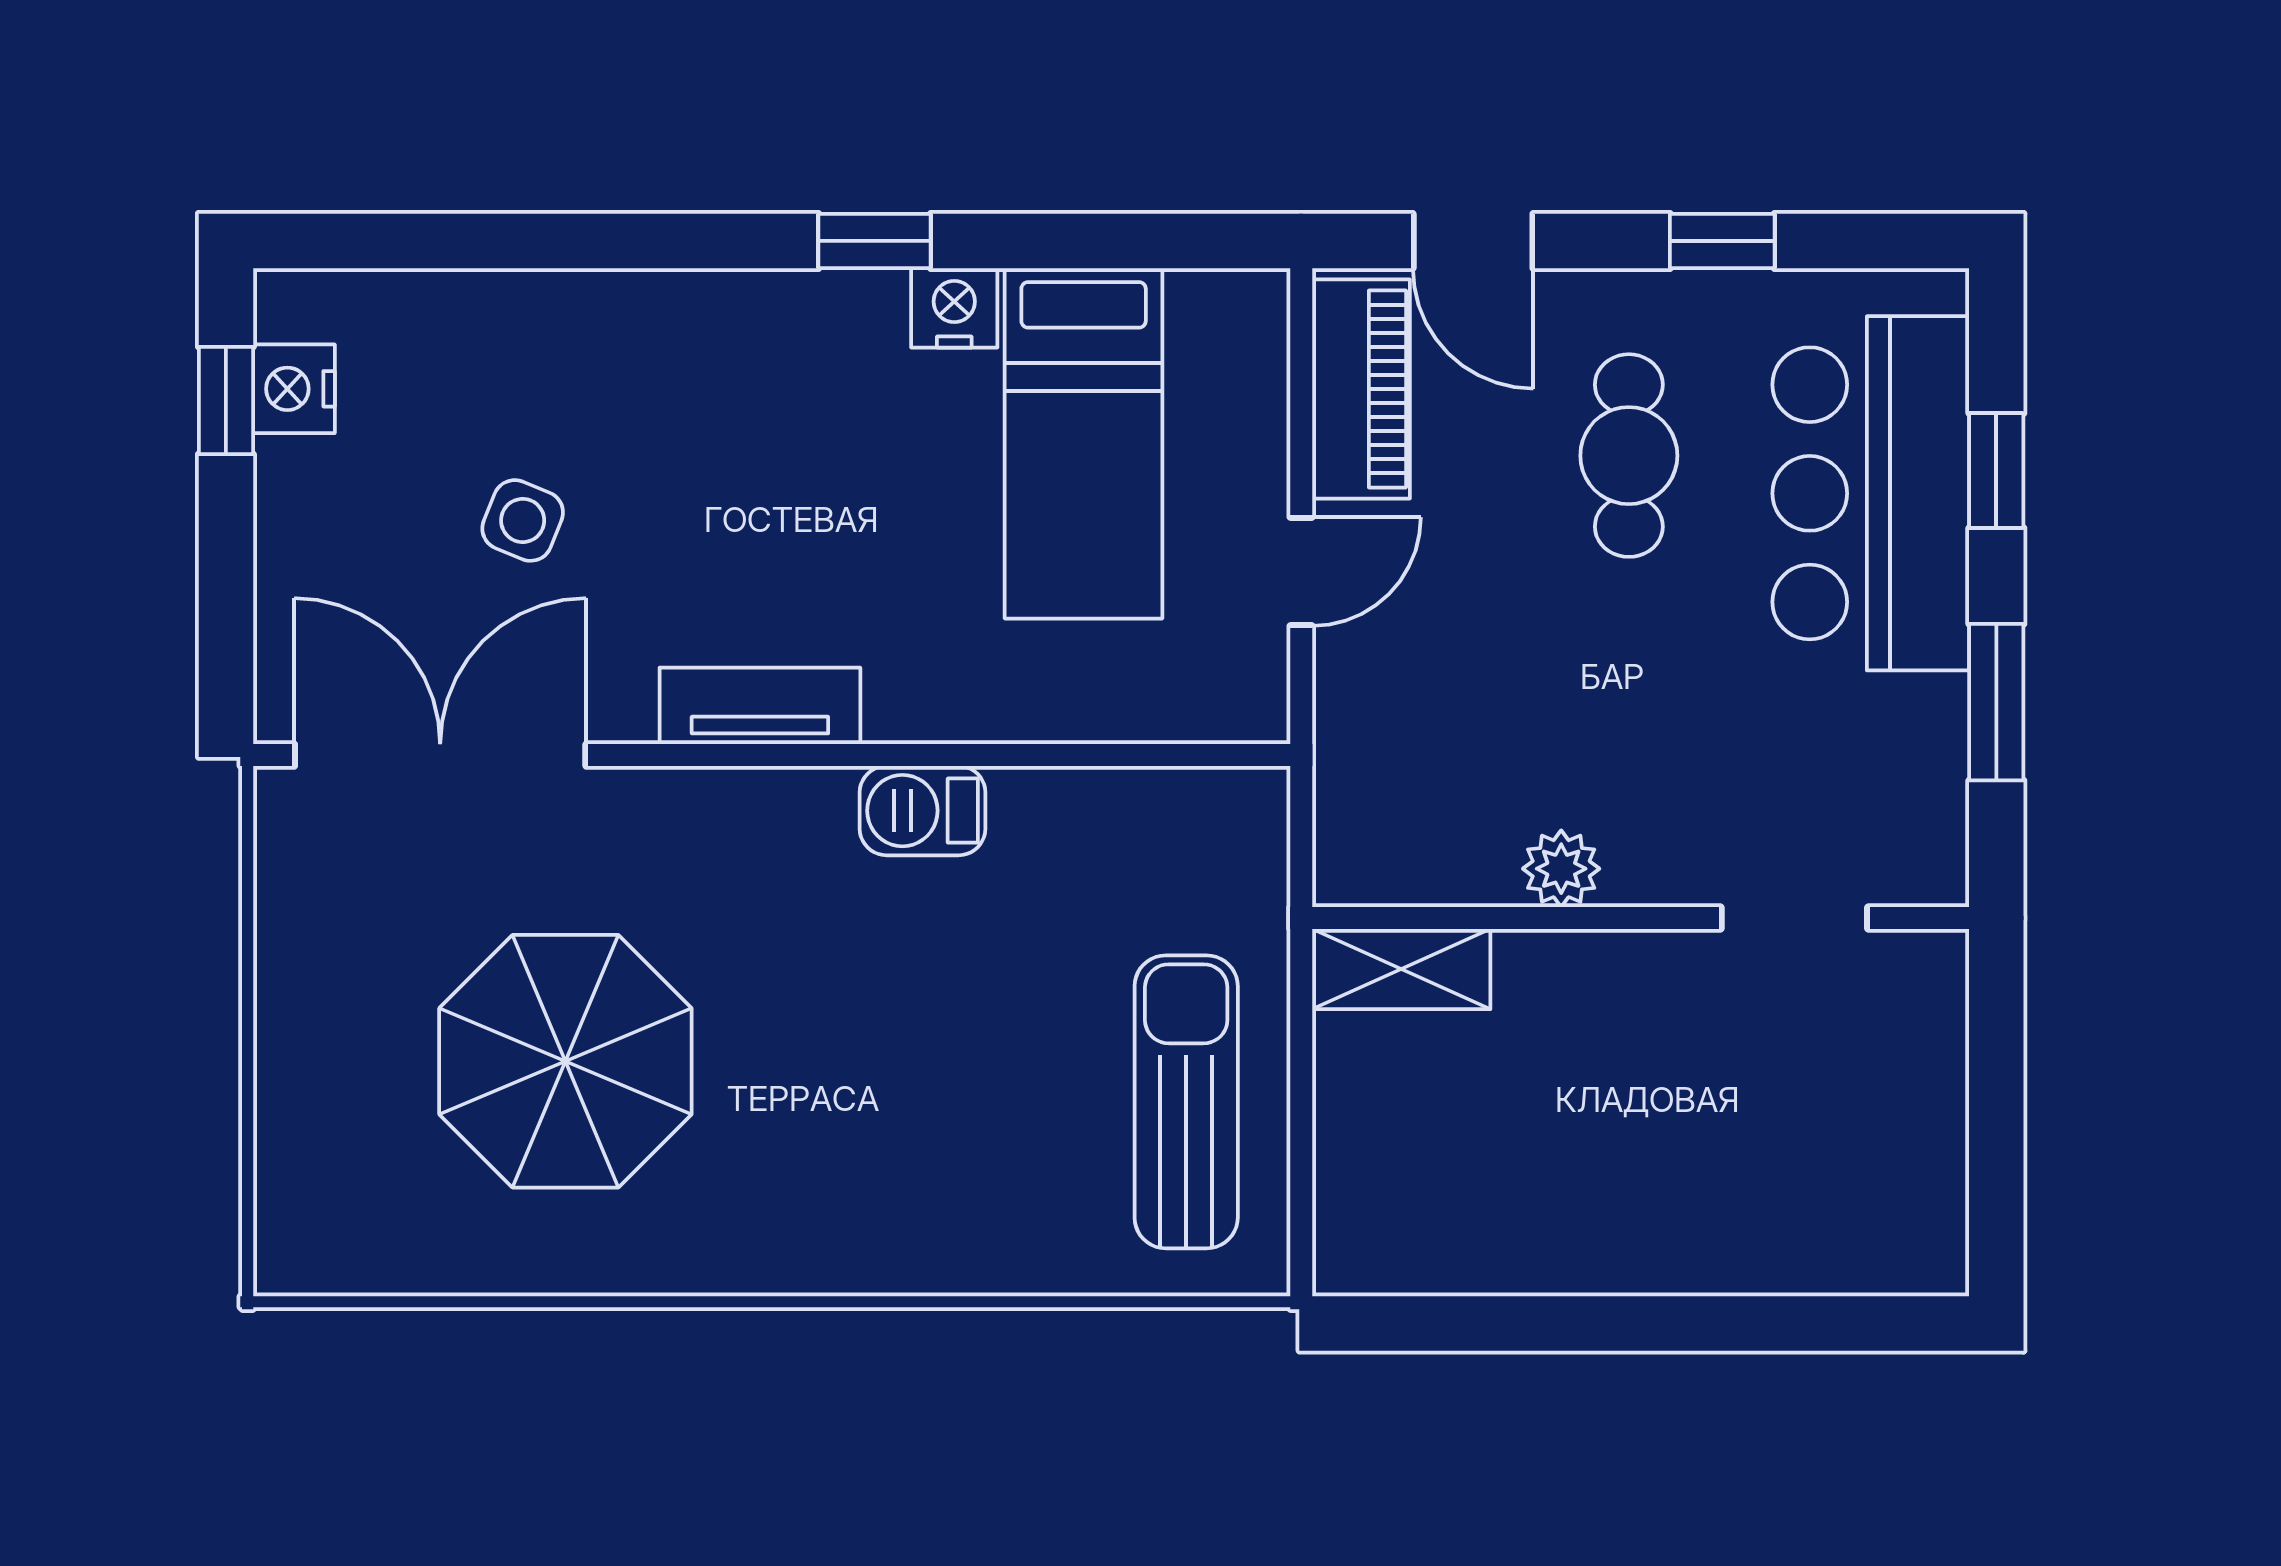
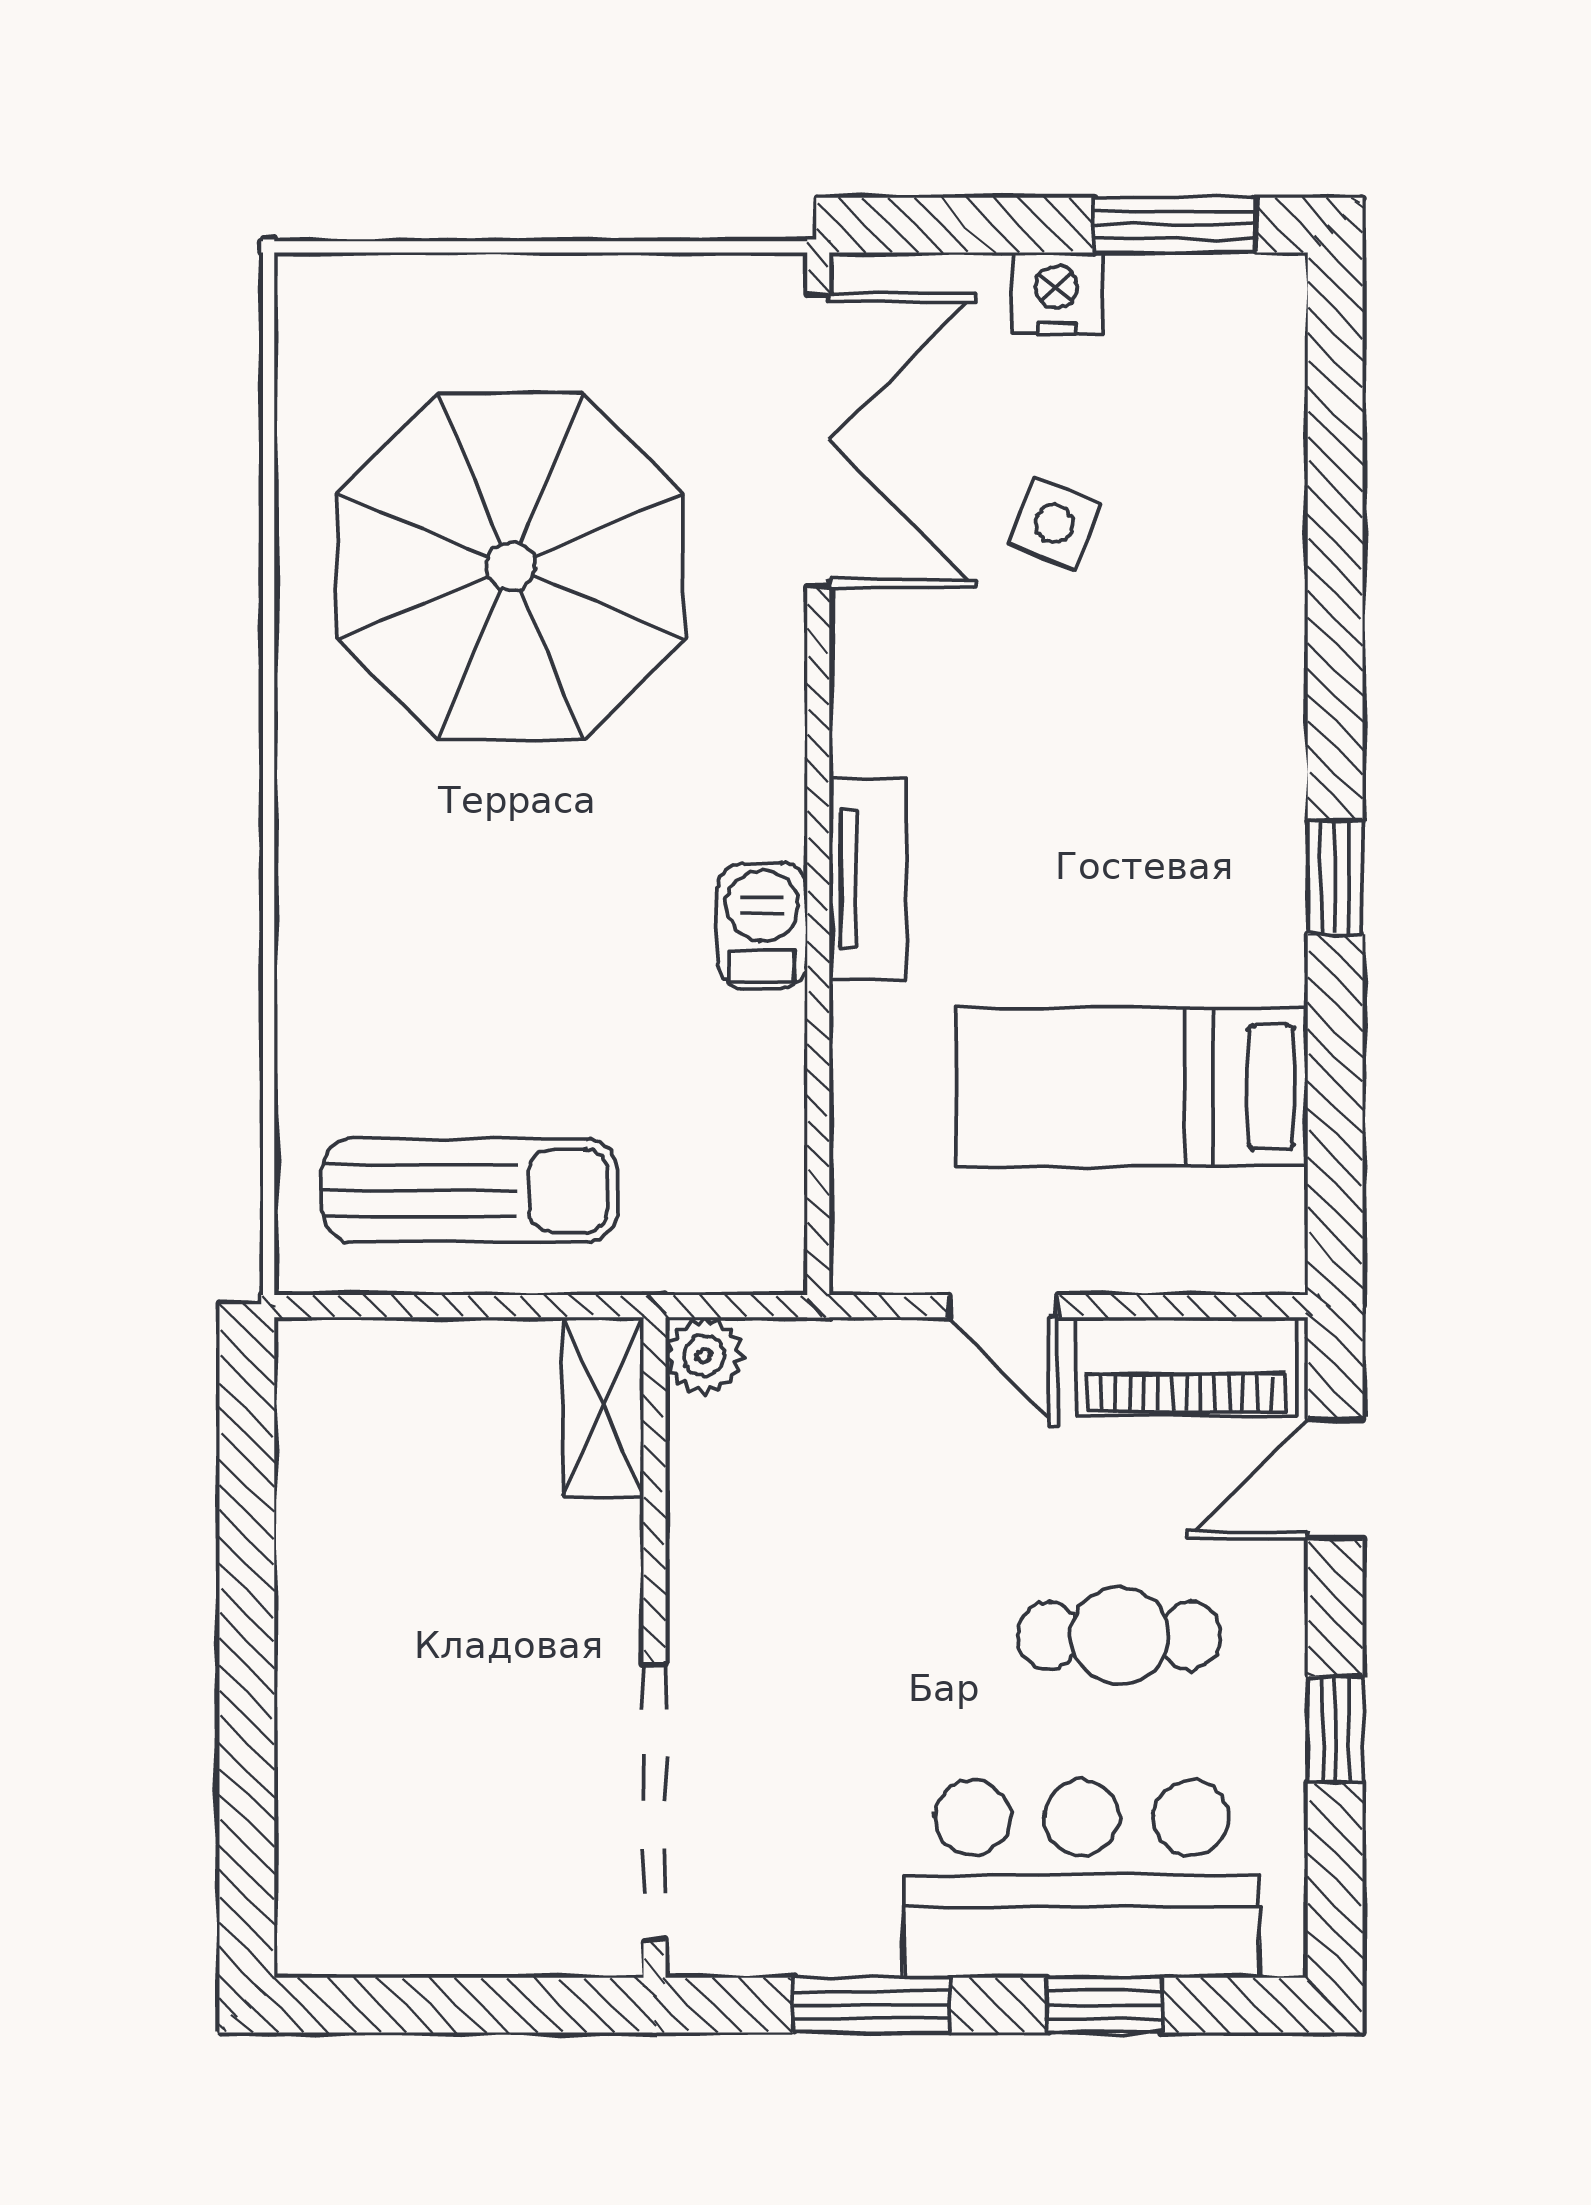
nightstand: (954, 308) -> (1268, 957), removed
nightstand: (294, 389) -> (1056, 293), moved
window: (226, 400) -> (1175, 225), width x1.50
tv unit: (760, 706) -> (868, 879), moved
plant: (1561, 869) -> (704, 1356), moved
doorway: (1794, 918) -> (655, 1802), width x1.88
parasol: (565, 1061) -> (510, 566), width x1.36, depth x1.36

